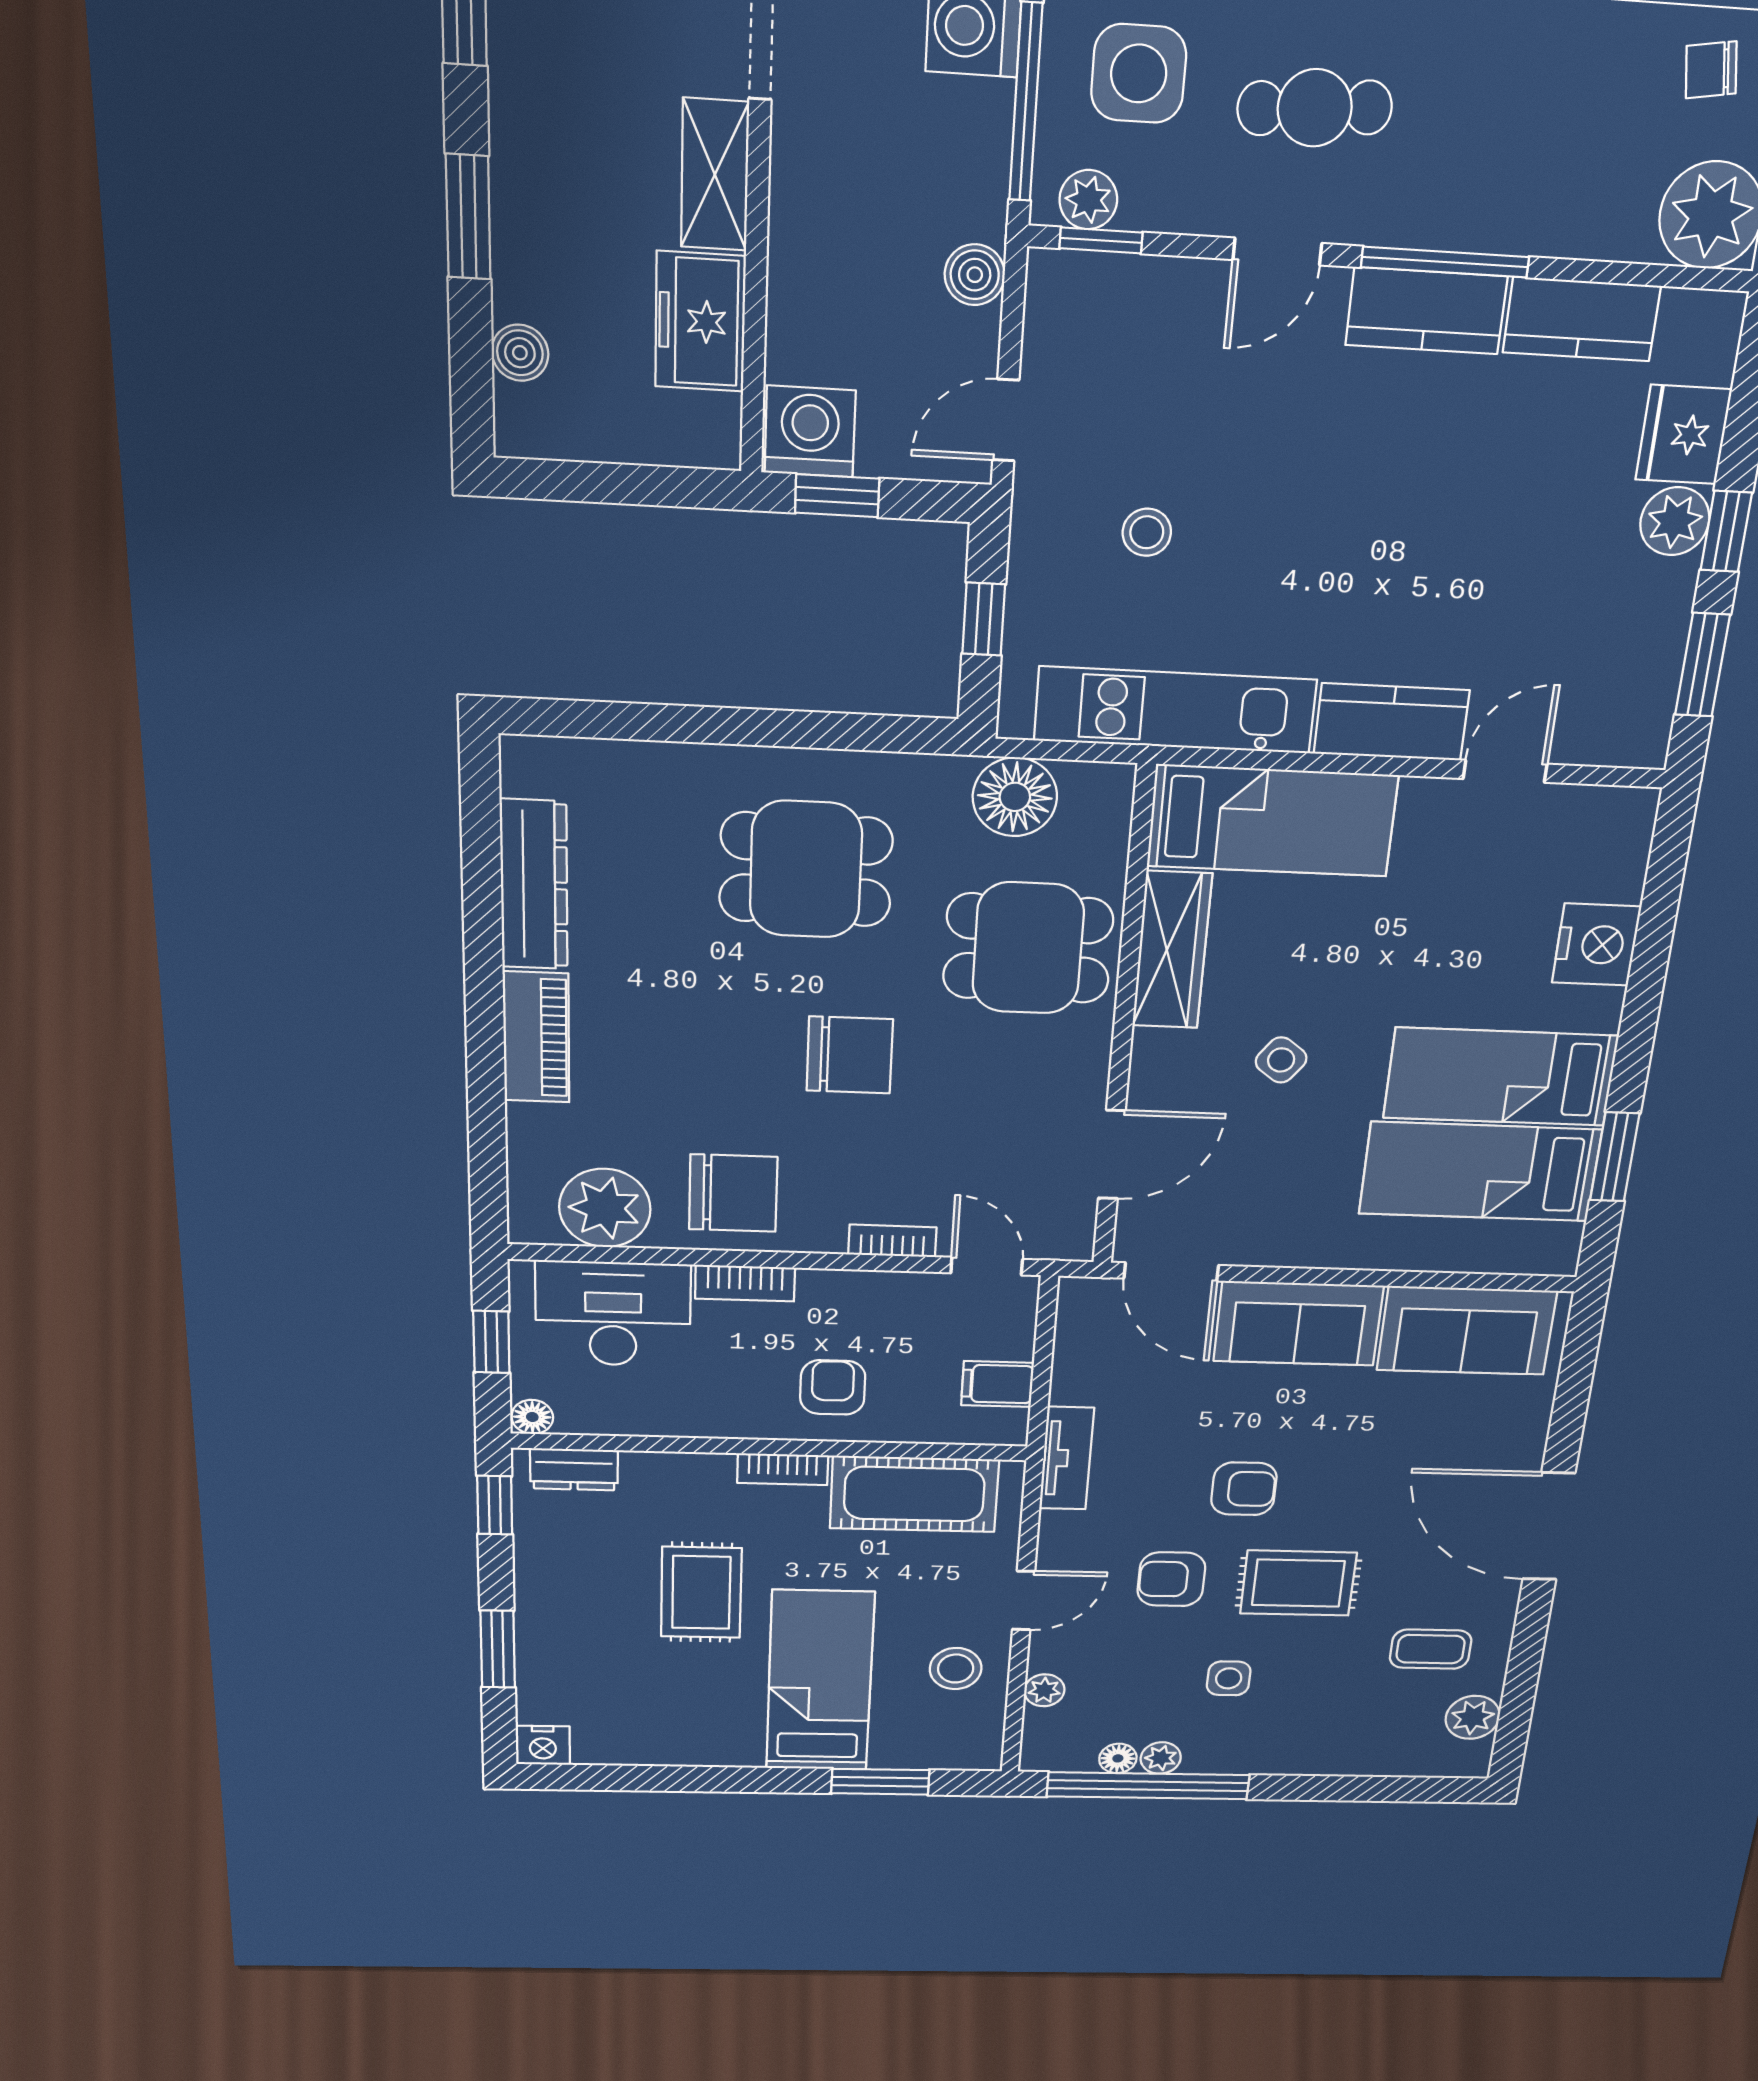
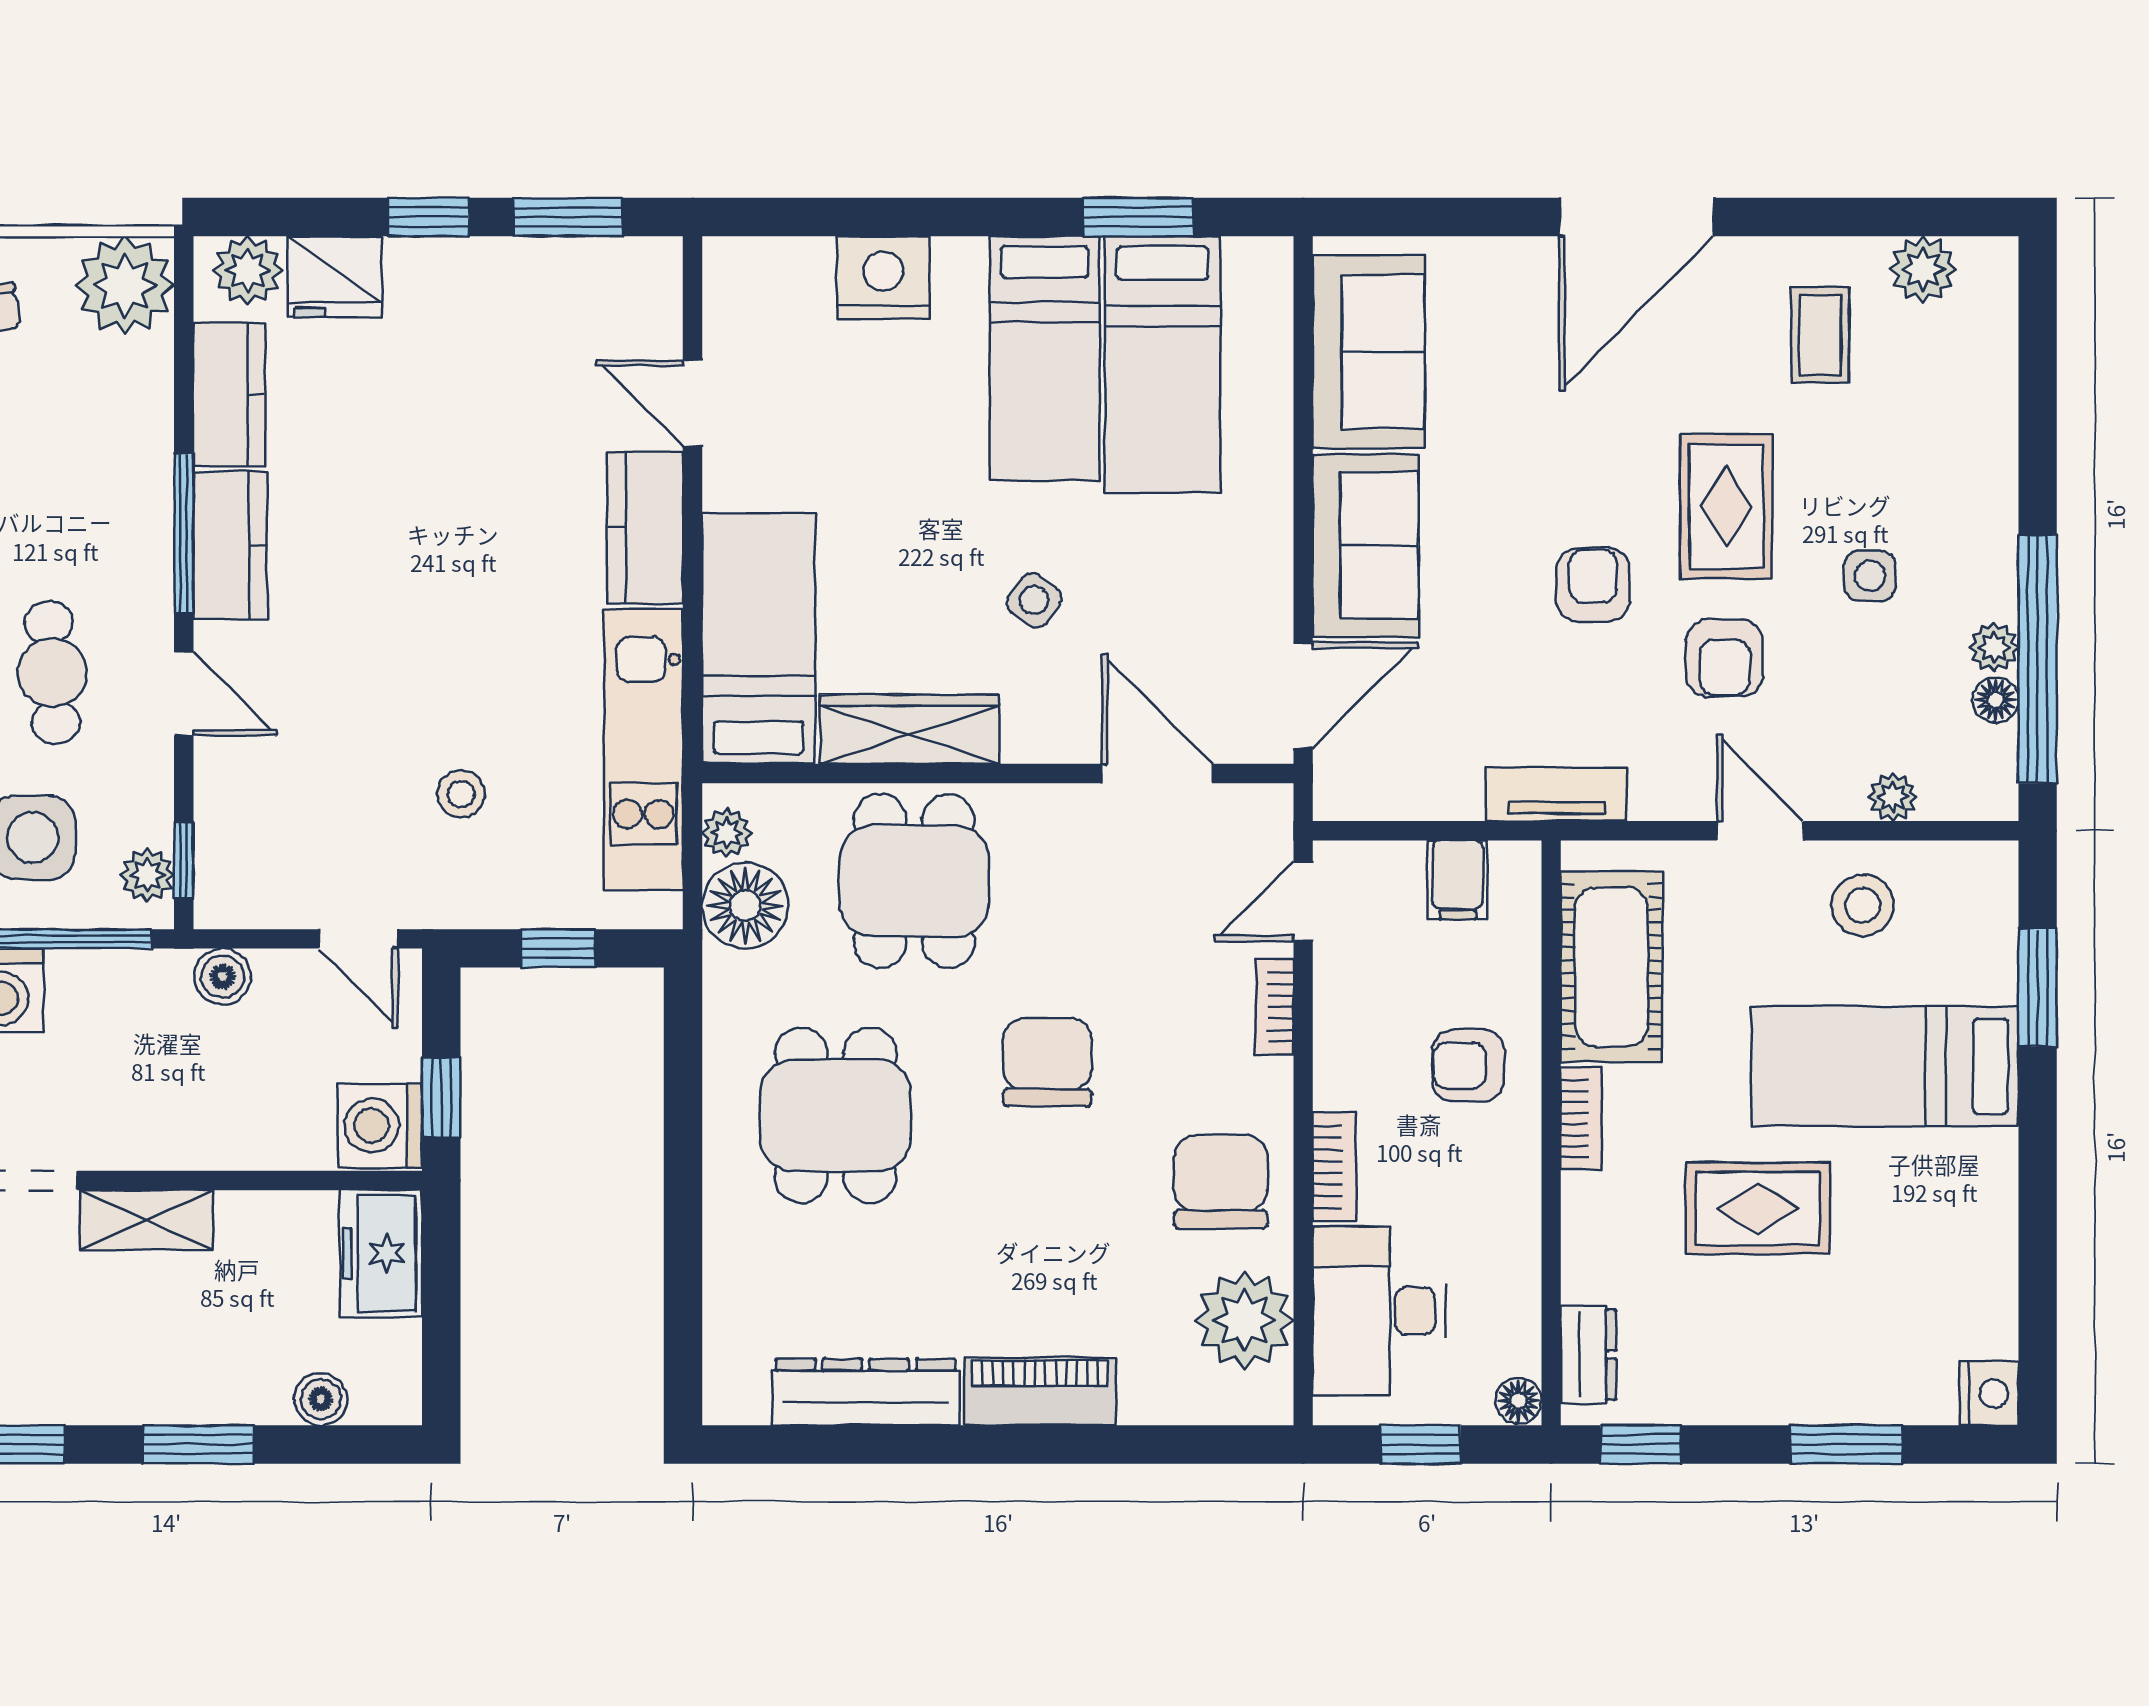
freezer: (700, 322) -> (381, 1253), moved, turned 90
plant: (1675, 521) -> (248, 271), moved
plant: (1087, 783) -> (727, 833), added

